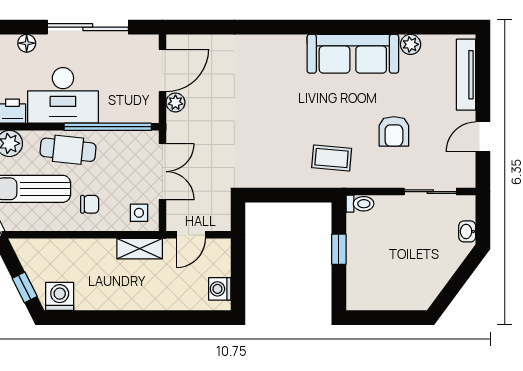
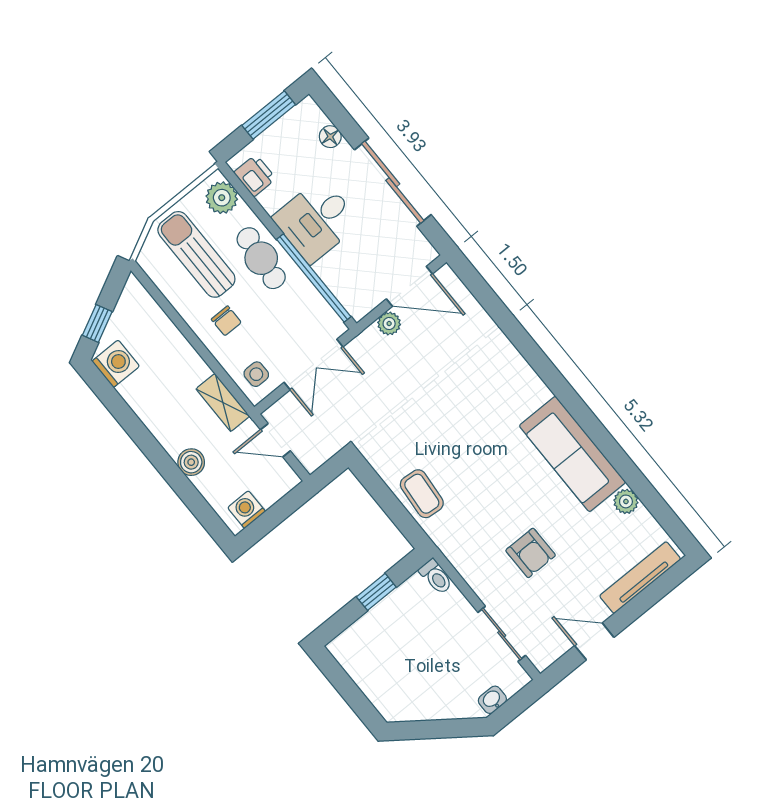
desk: (63, 95) -> (316, 220), width x0.73
armchair: (394, 131) -> (531, 553), turned -90
coffee table: (332, 158) -> (422, 494), moved
boiler: (161, 299) -> (191, 462), added

